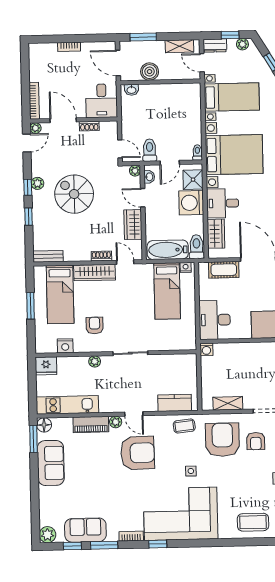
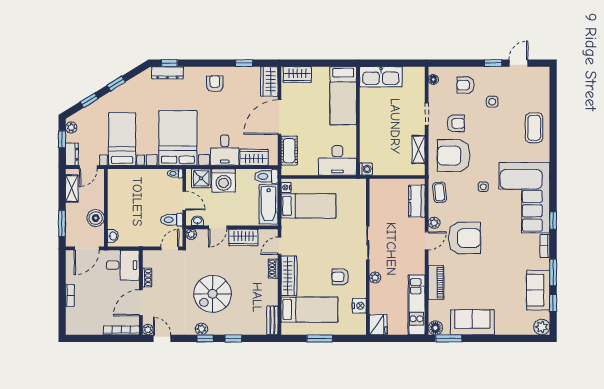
plant: (116, 422) -> (434, 223), moved
armchair: (138, 453) -> (465, 238), turned 91

